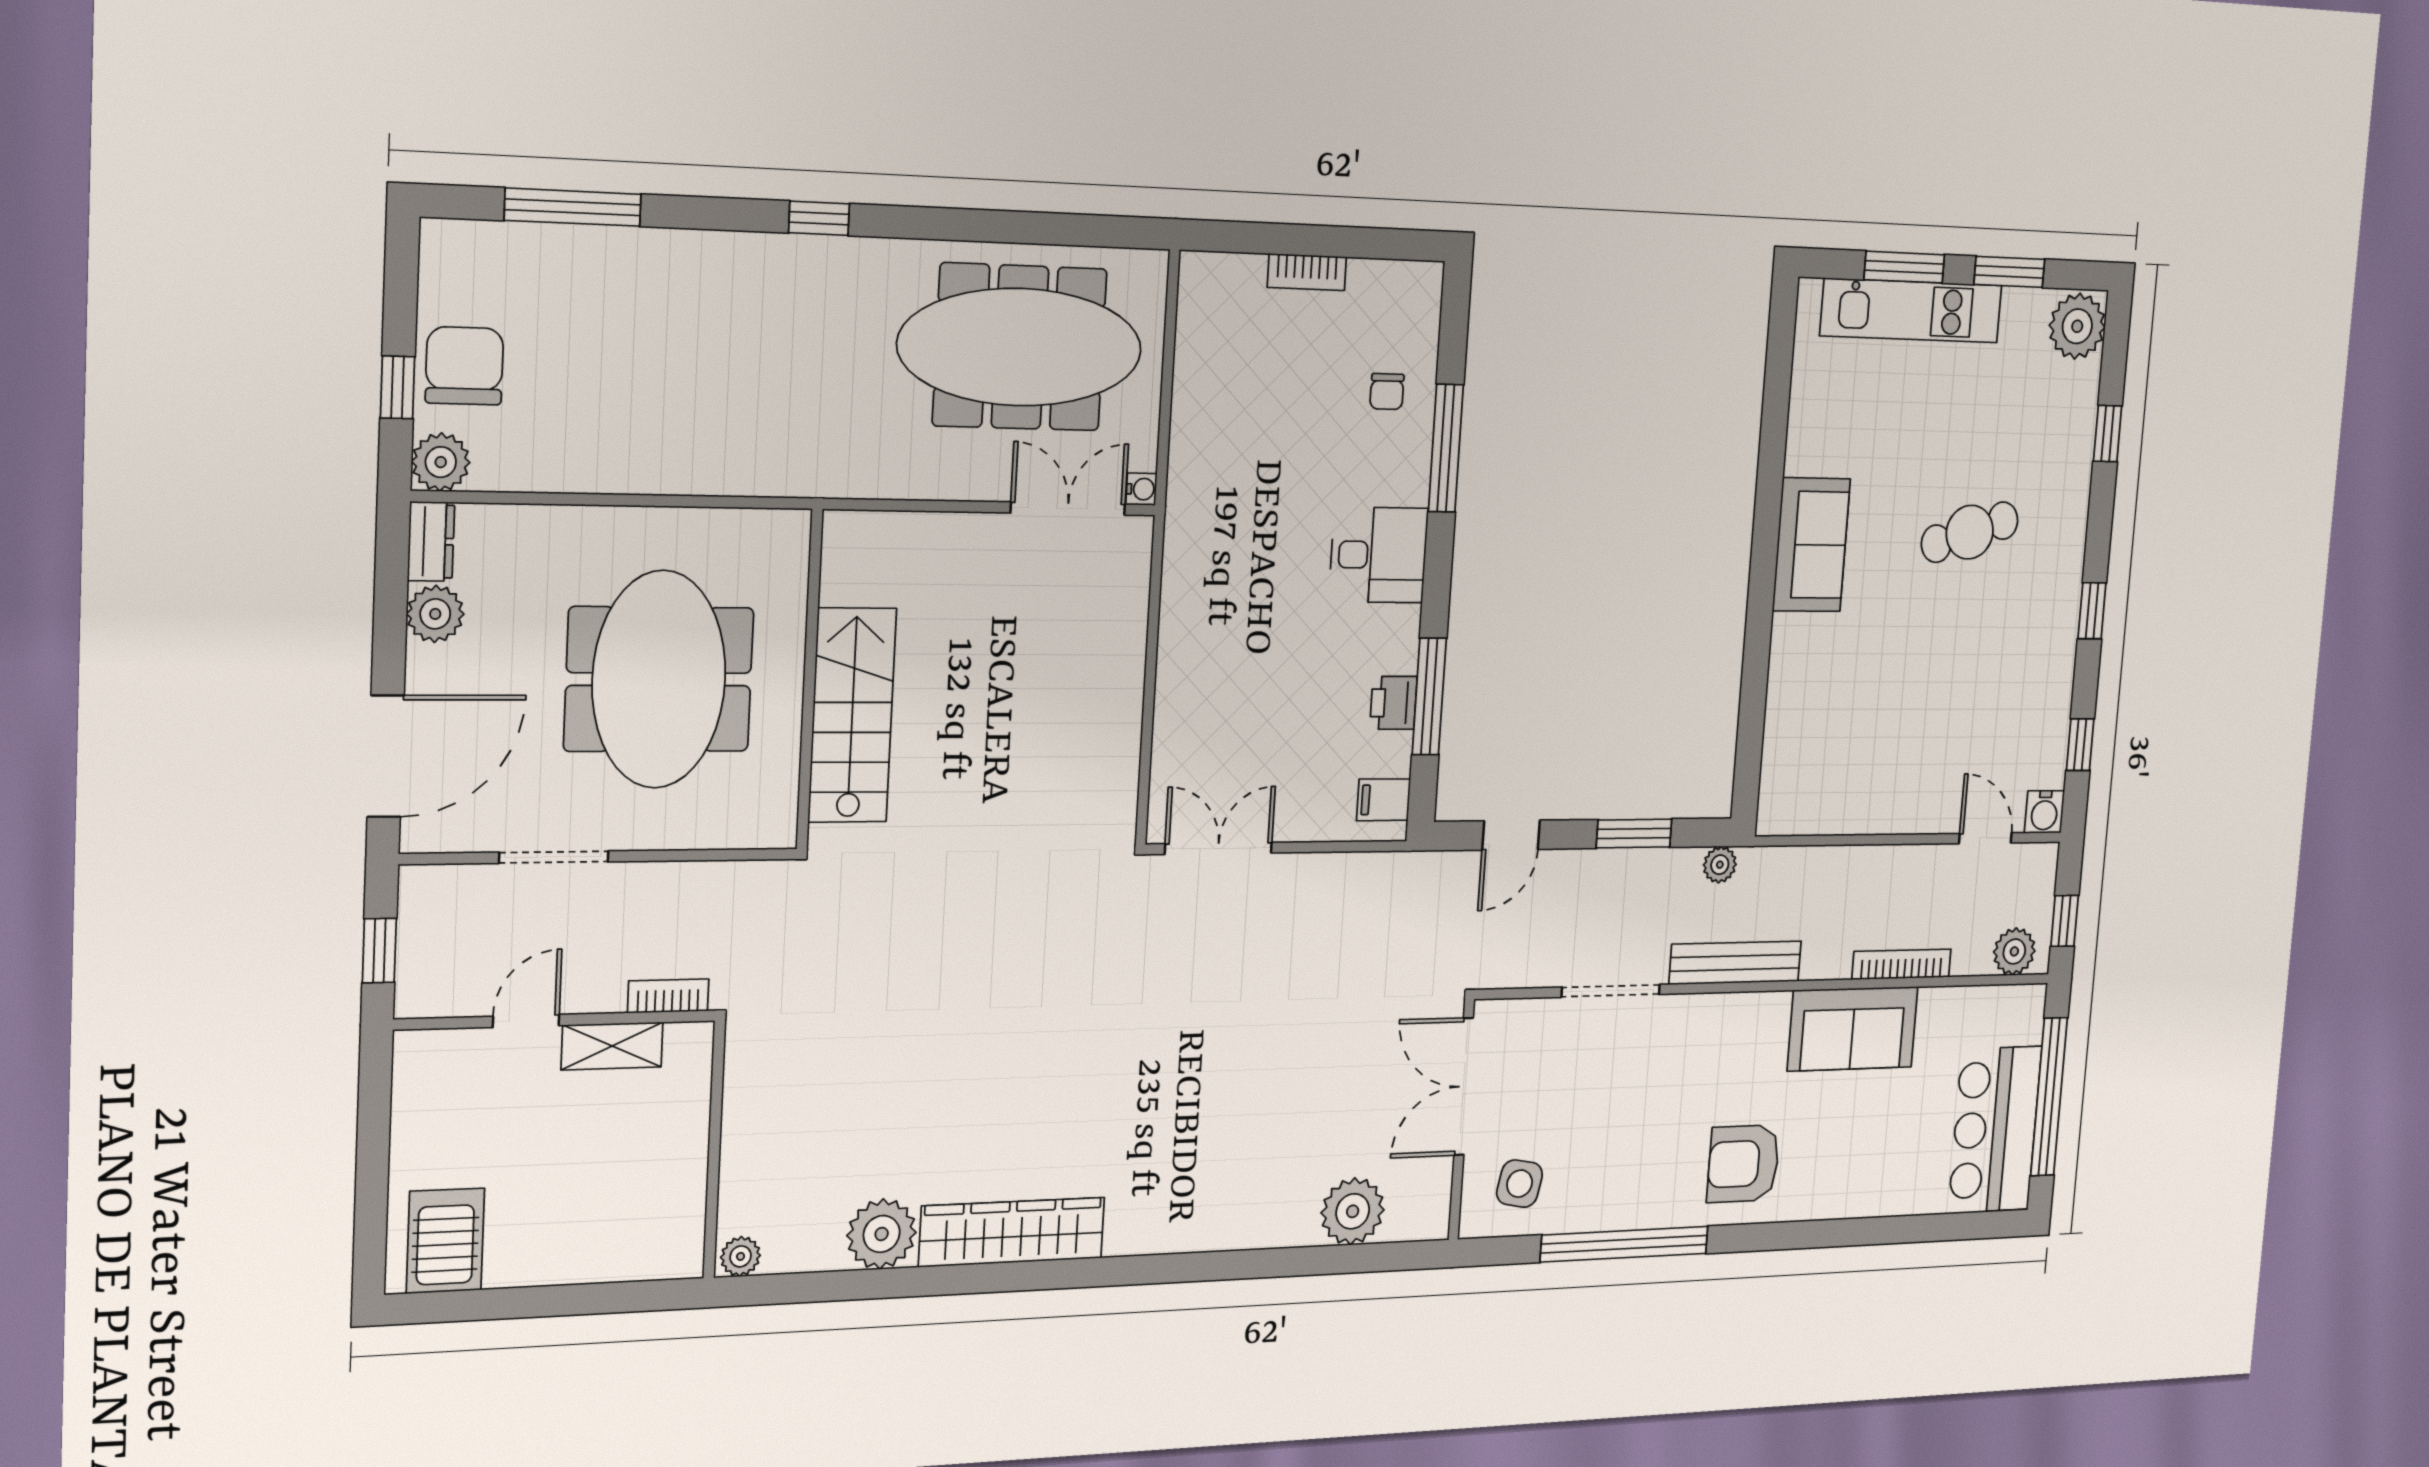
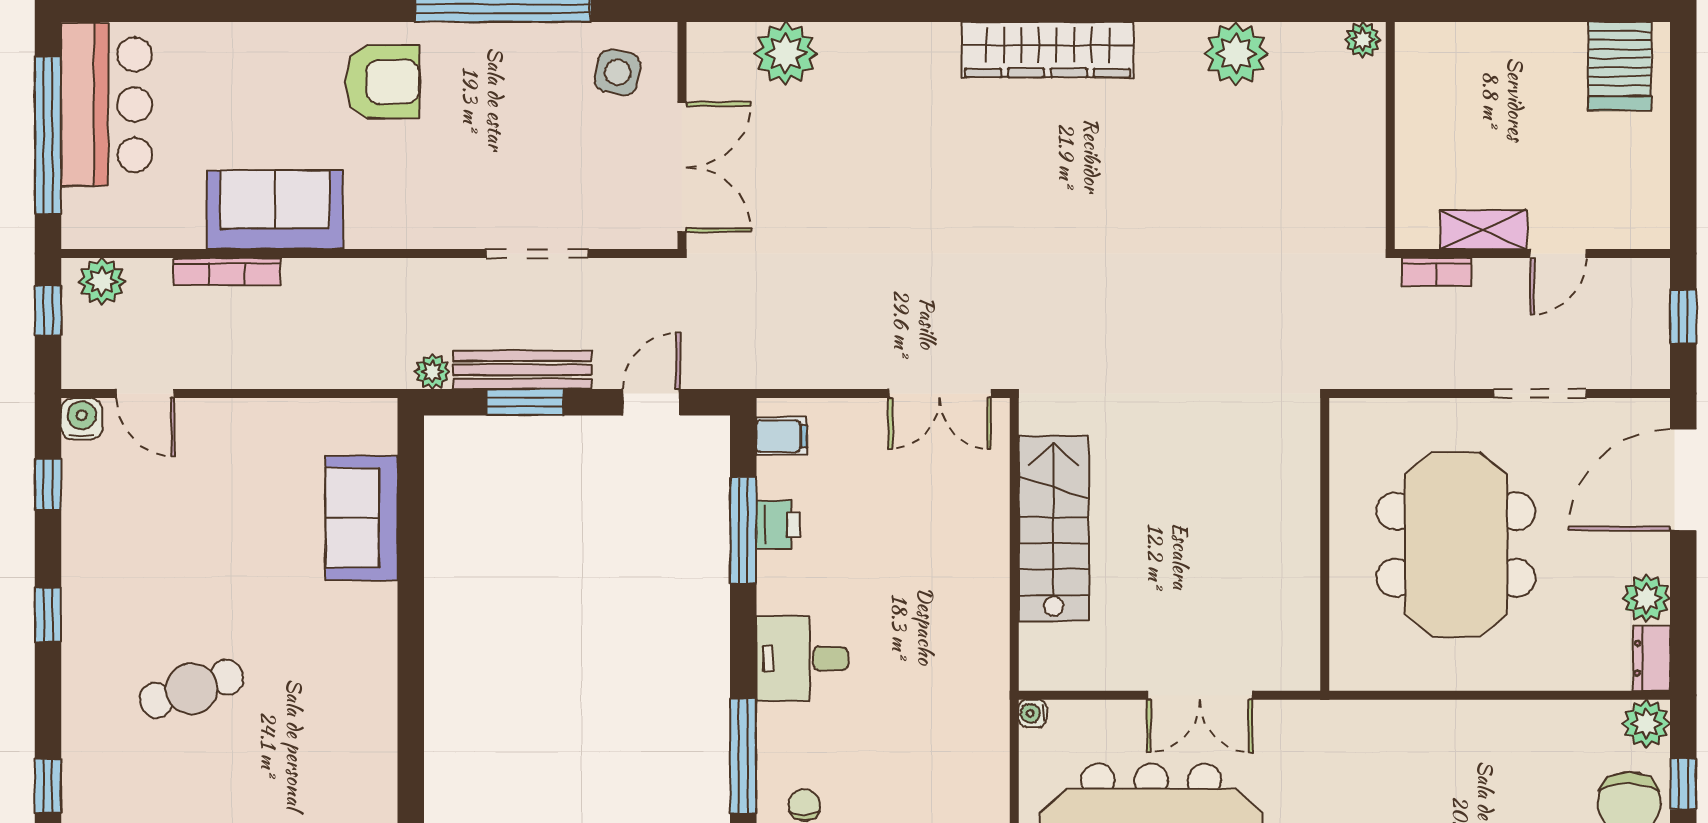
double door: (1068, 508) -> (1200, 695), moved
sofa: (1811, 545) -> (362, 518), moved
stairs: (852, 715) -> (1054, 528), moved, turned 180
bench: (1735, 963) -> (522, 370), moved
wardrobe: (1012, 1232) -> (1048, 50), moved

